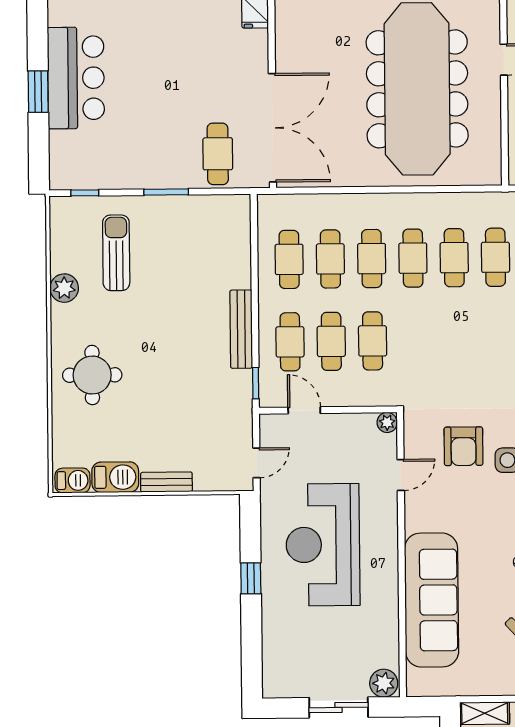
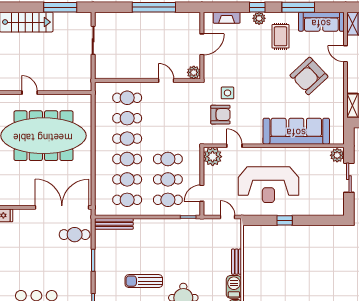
sun lounger: (116, 253) -> (144, 281), moved
bench: (241, 329) -> (114, 224), moved
plant: (387, 422) -> (213, 157), width x1.88, depth x1.88

